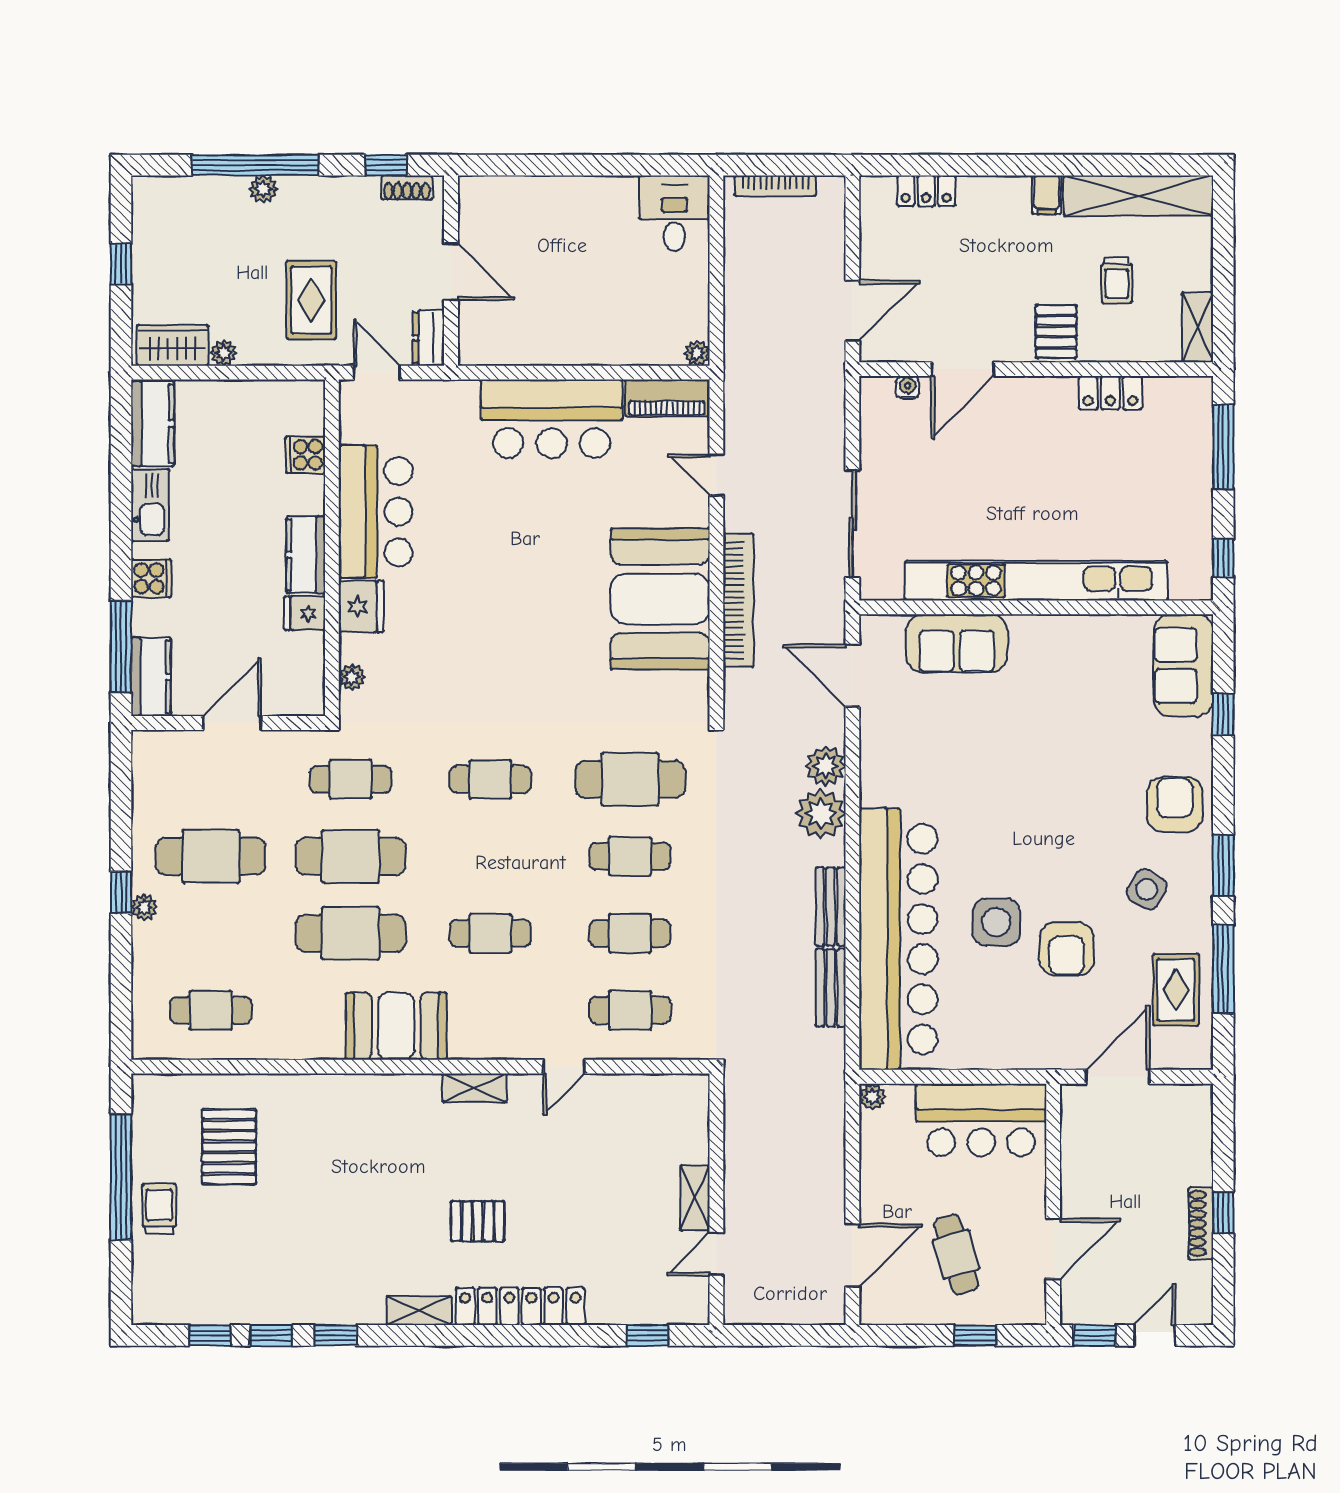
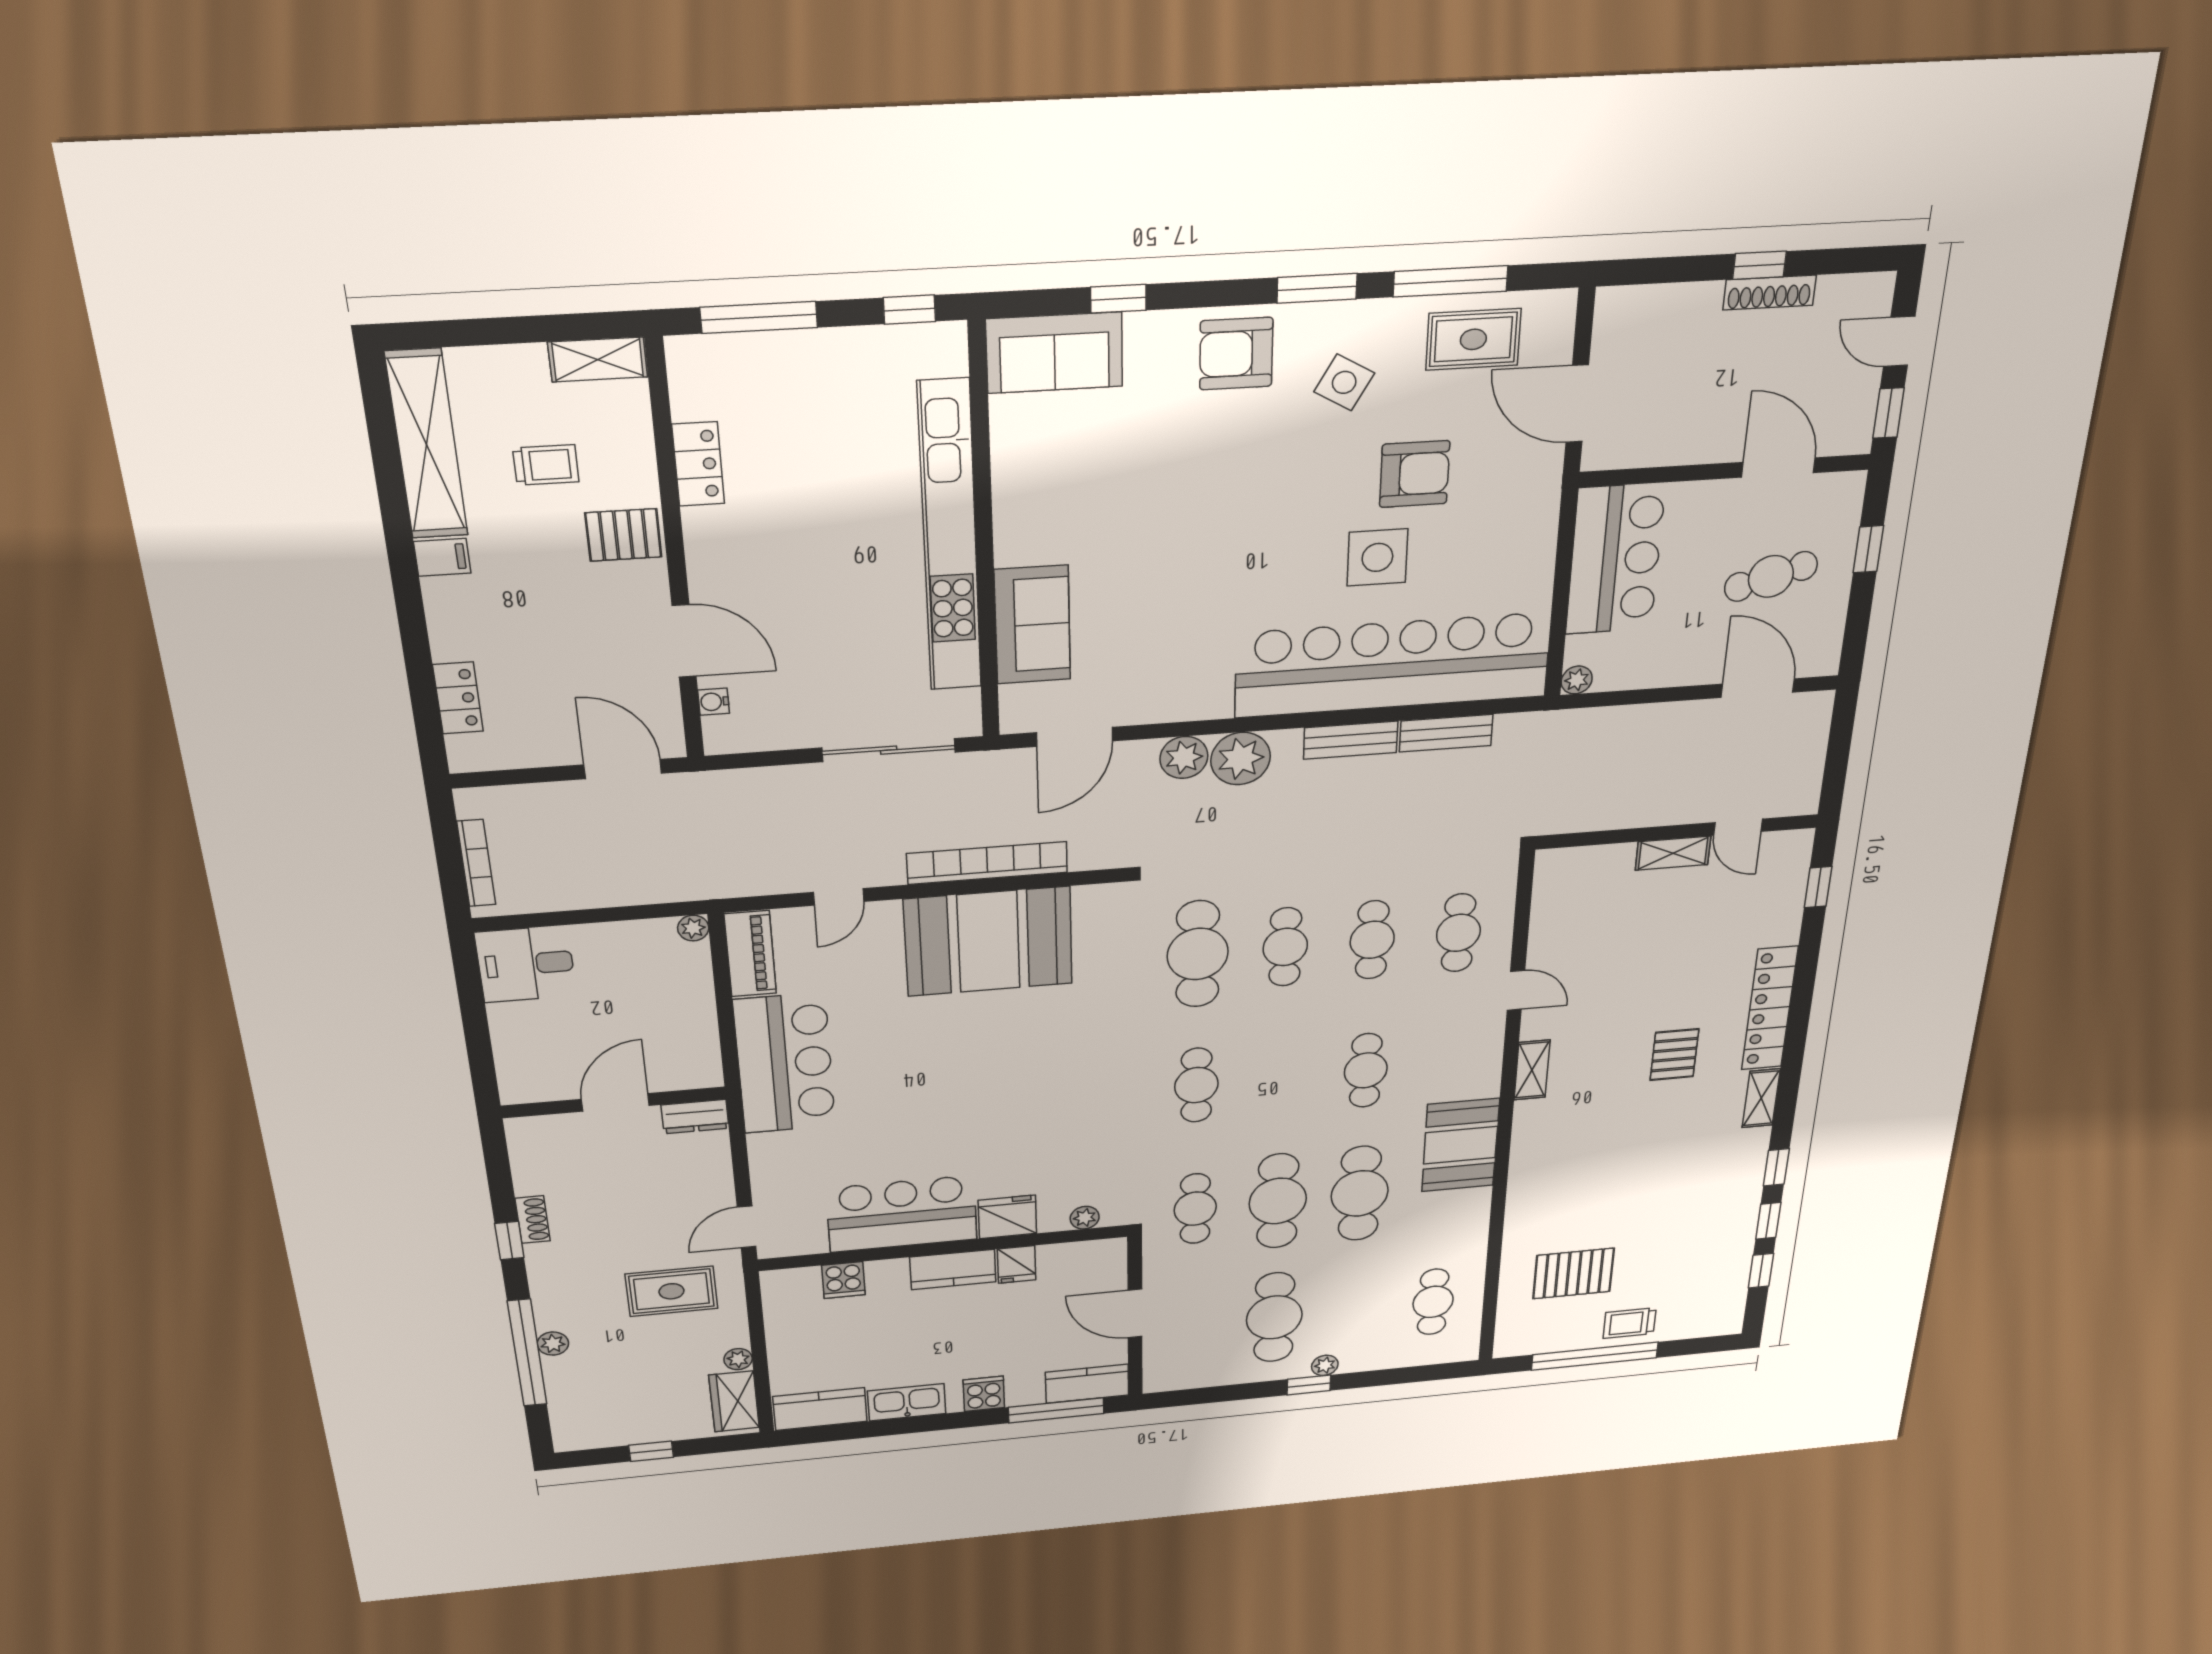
wall: (451, 271) -> (614, 1102), moved
door: (451, 272) -> (615, 1102), moved
dresser: (428, 338) -> (695, 1117), moved

